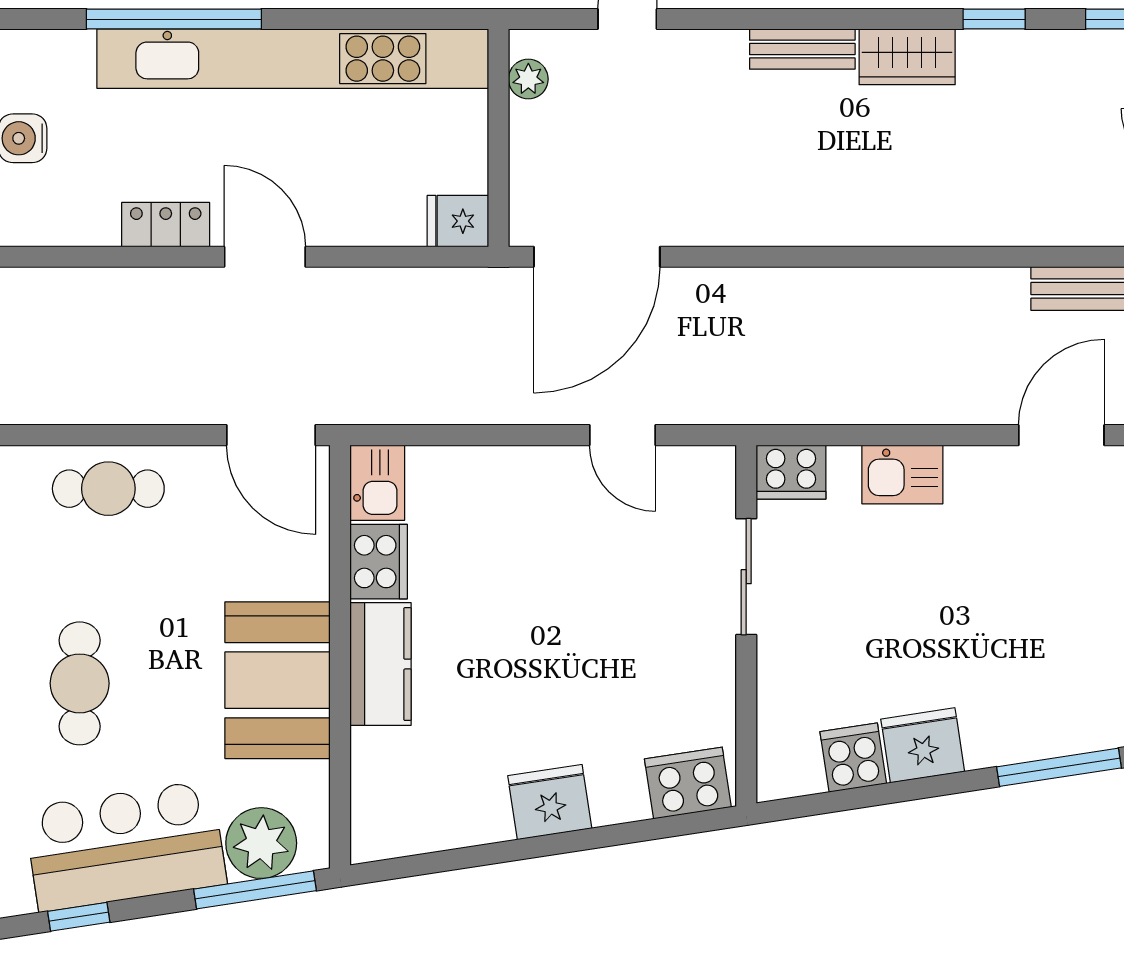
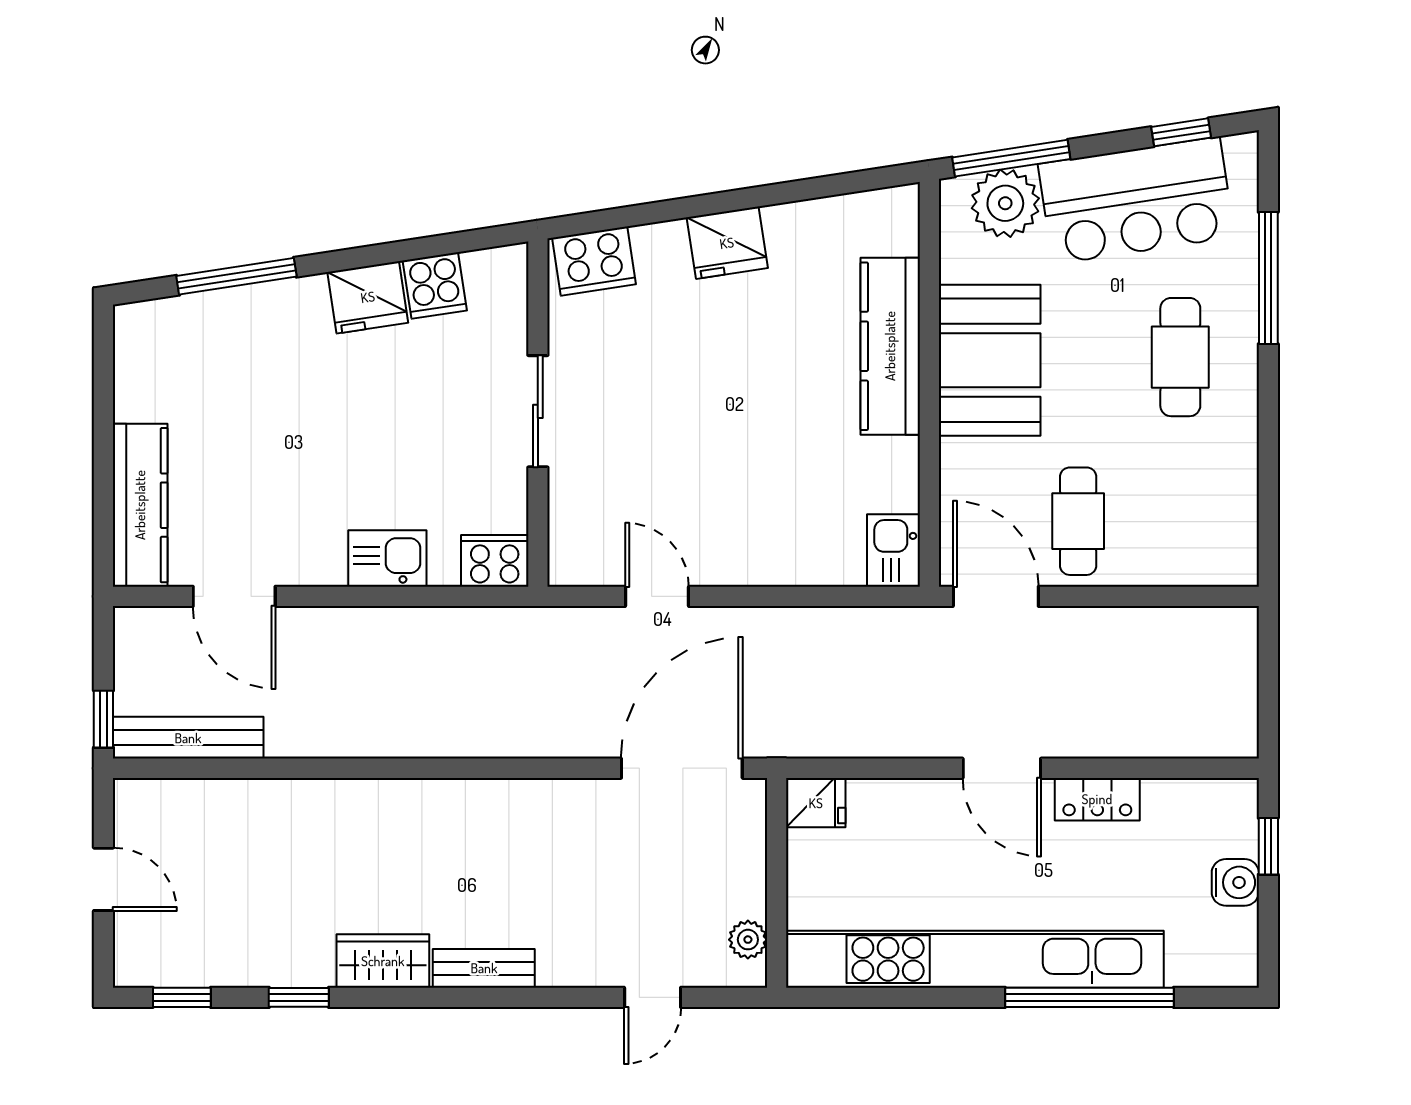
door: (1061, 435) -> (234, 596), hinge flipped
cafe table: (108, 489) -> (1078, 521), moved, turned 90
cooker: (379, 562) -> (892, 474), removed
sliding door: (746, 577) -> (538, 411), moved
kitchen counter: (381, 664) -> (890, 346), width x1.50

